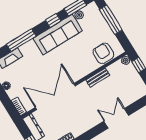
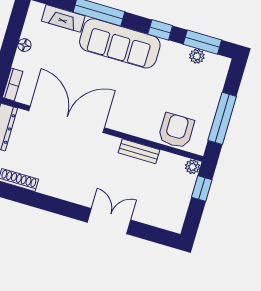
window: (111, 20) -> (222, 118), moved
sofa: (58, 34) -> (120, 43), moved

